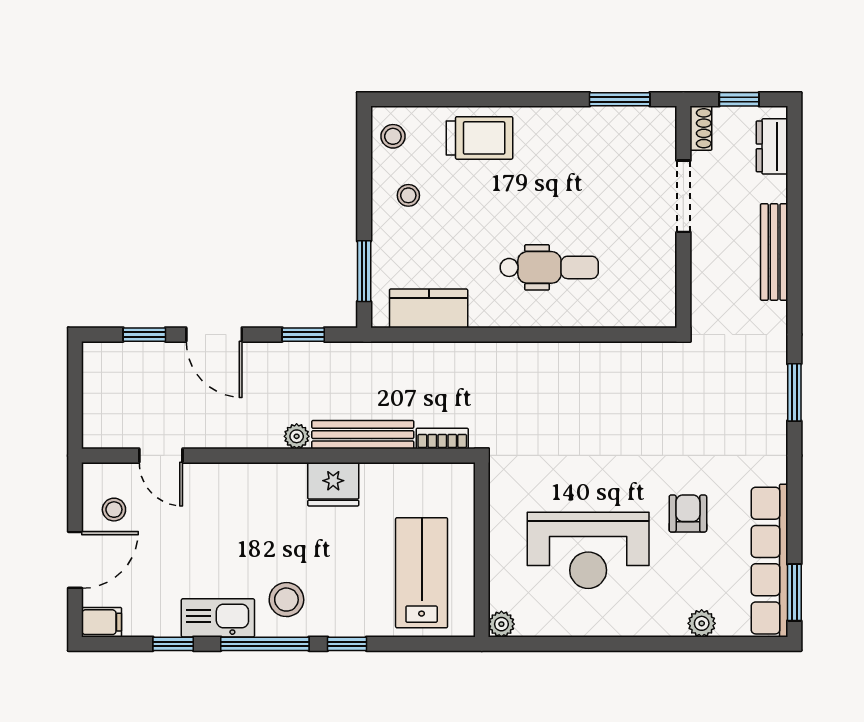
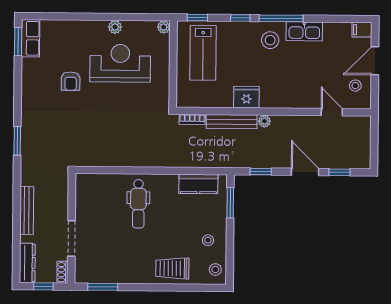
dresser: (772, 146) -> (27, 263), width x1.44
dental chair: (549, 267) -> (138, 204), turned -90
row of seats: (769, 561) -> (30, 38), width x0.50
plant: (702, 623) -> (115, 27), moved
window: (173, 644) -> (197, 18), moved

